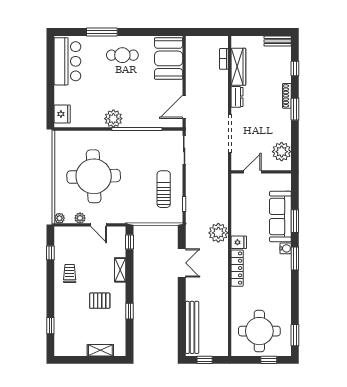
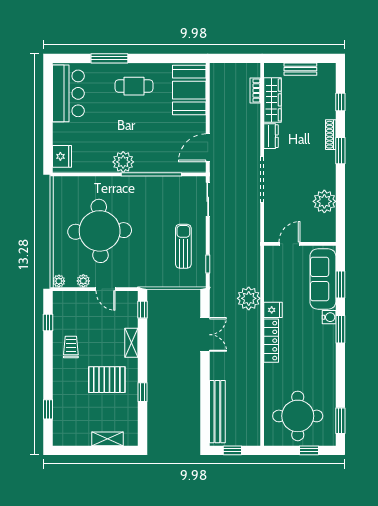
bench: (278, 41) -> (300, 69), moved
door: (252, 172) -> (289, 244), moved
wall: (261, 172) -> (300, 244), moved
pallet: (100, 301) -> (107, 380), width x1.50, depth x1.42

